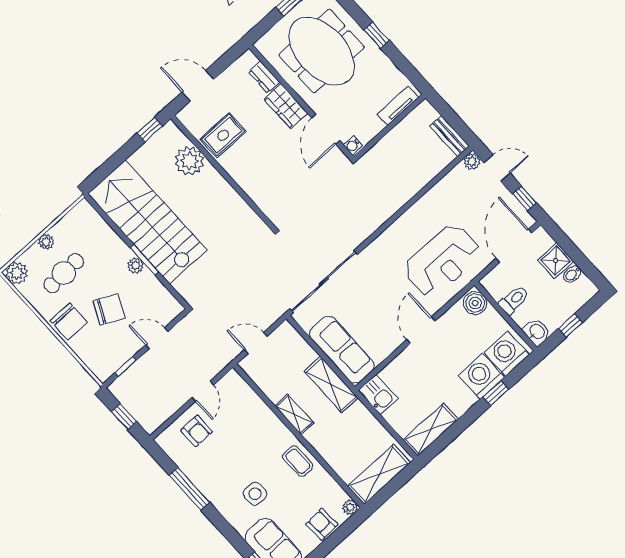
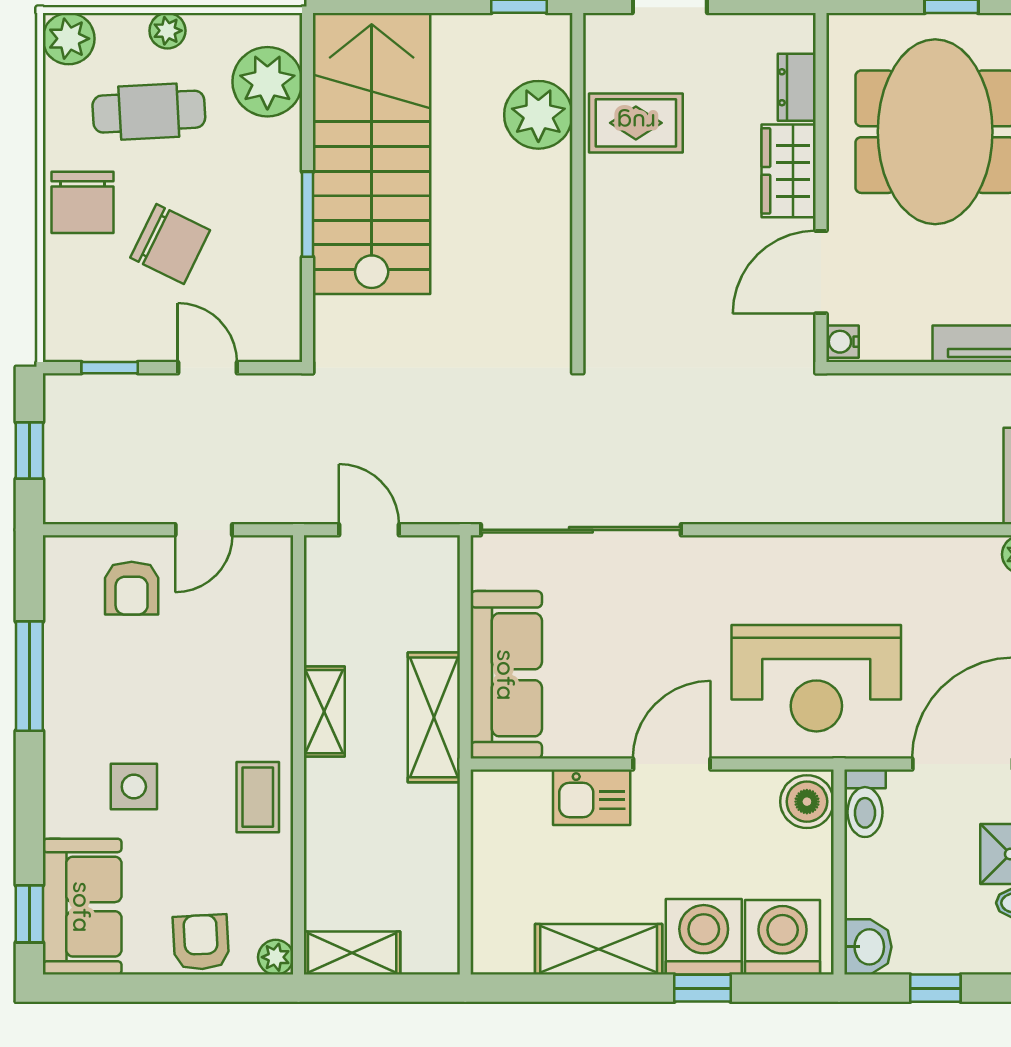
plant: (135, 265) -> (267, 82), moved, width x1.87, depth x1.87
toilet: (514, 300) -> (865, 803), moved, turned 90
kitchen sink: (378, 395) -> (592, 797), moved, turned 90
shelving: (431, 430) -> (599, 949), moved
shelving: (379, 474) -> (352, 953), width x0.67, depth x0.75

